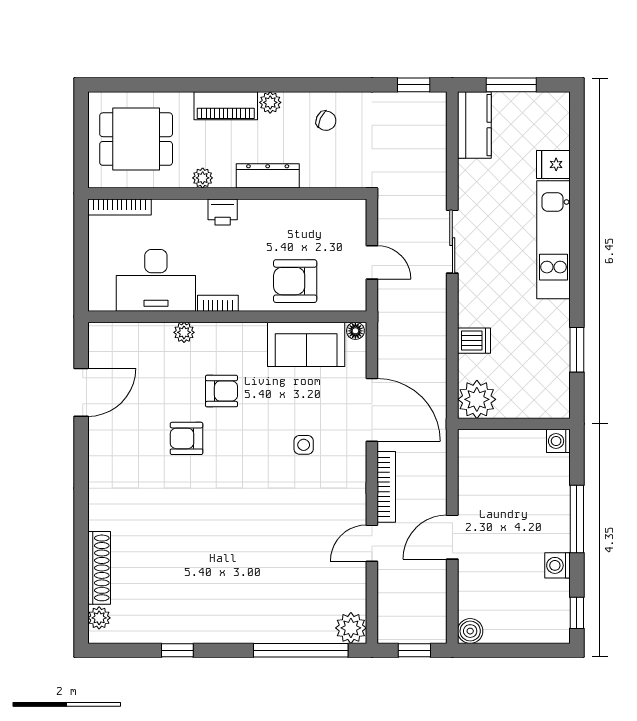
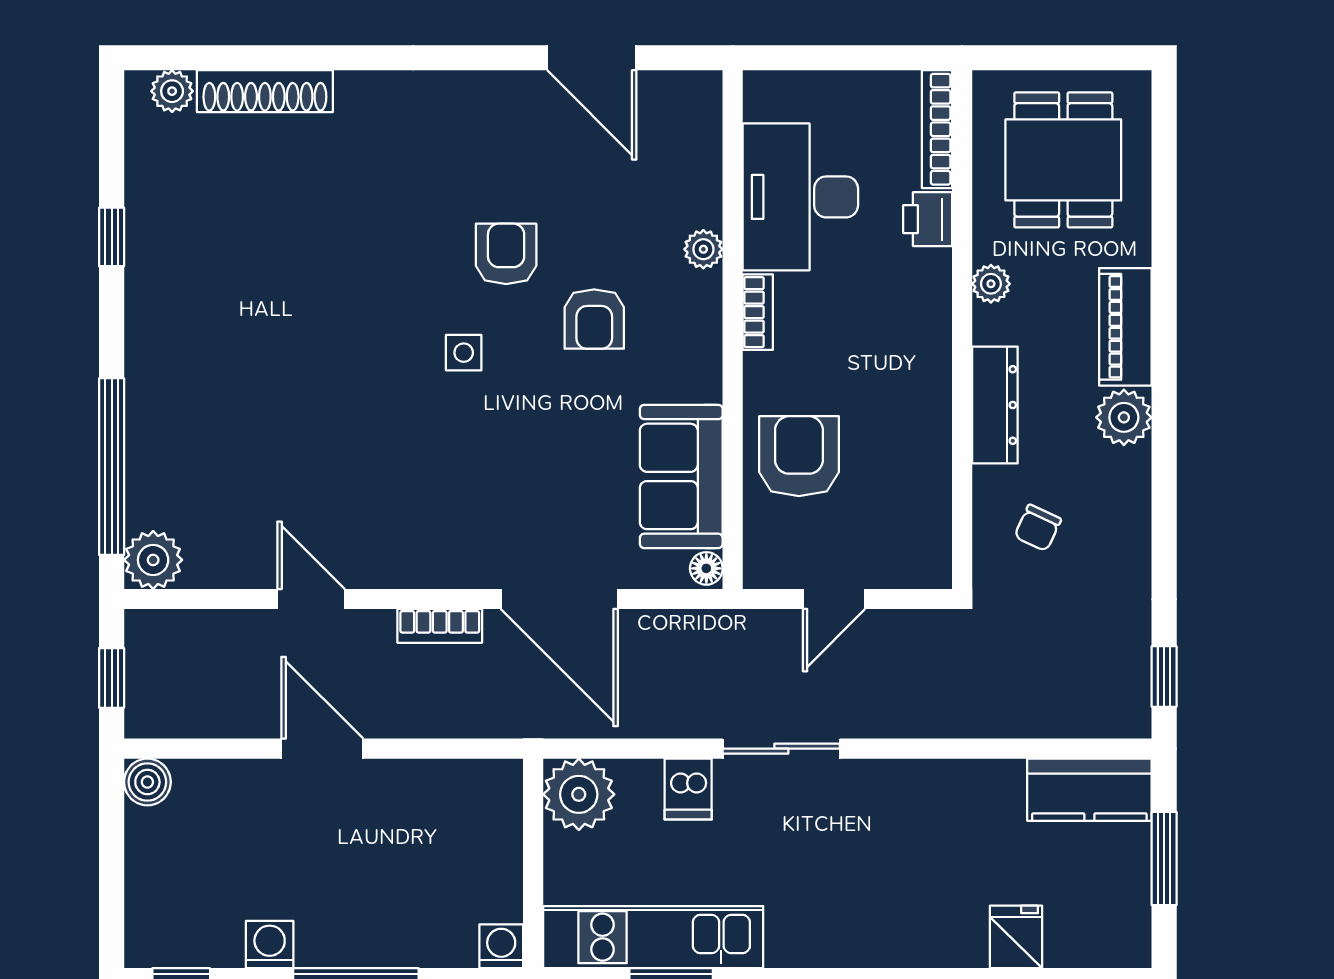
plant: (270, 102) -> (1124, 417), width x1.38, depth x1.38
chair: (326, 121) -> (1038, 528), moved
printer: (223, 212) -> (928, 219), moved
kitchen unit: (553, 240) -> (653, 937), moved
sliding door: (452, 242) -> (781, 749), moved
door: (372, 410) -> (559, 599), hinge flipped
side table: (304, 445) -> (464, 353), moved
bookcase: (386, 487) -> (440, 626), width x0.64

